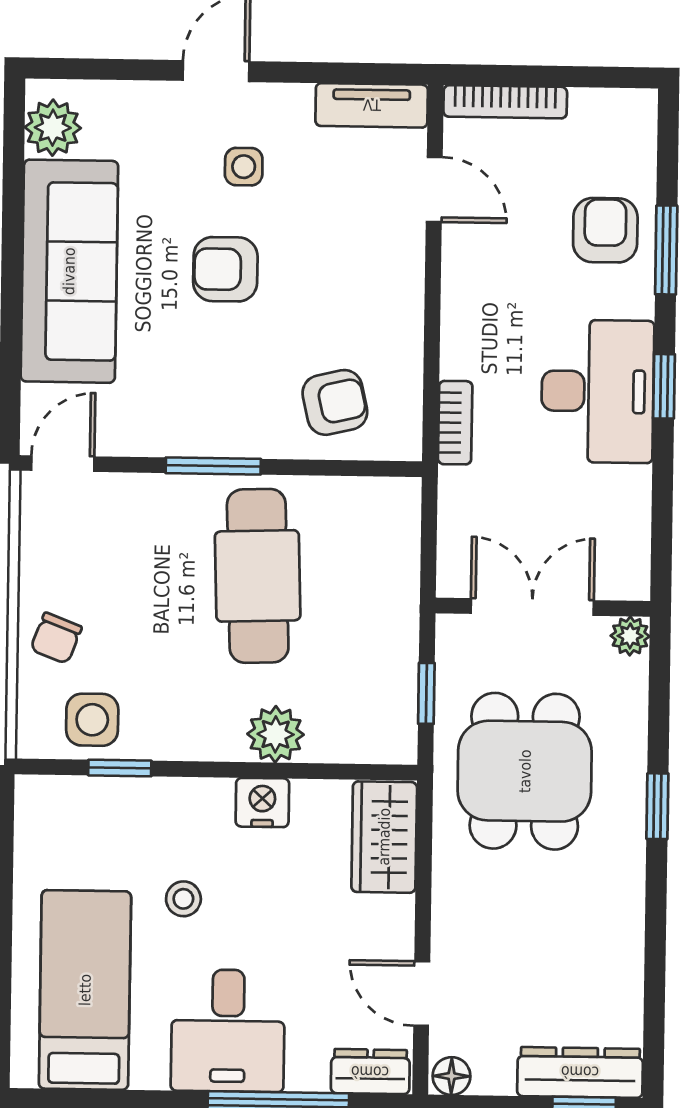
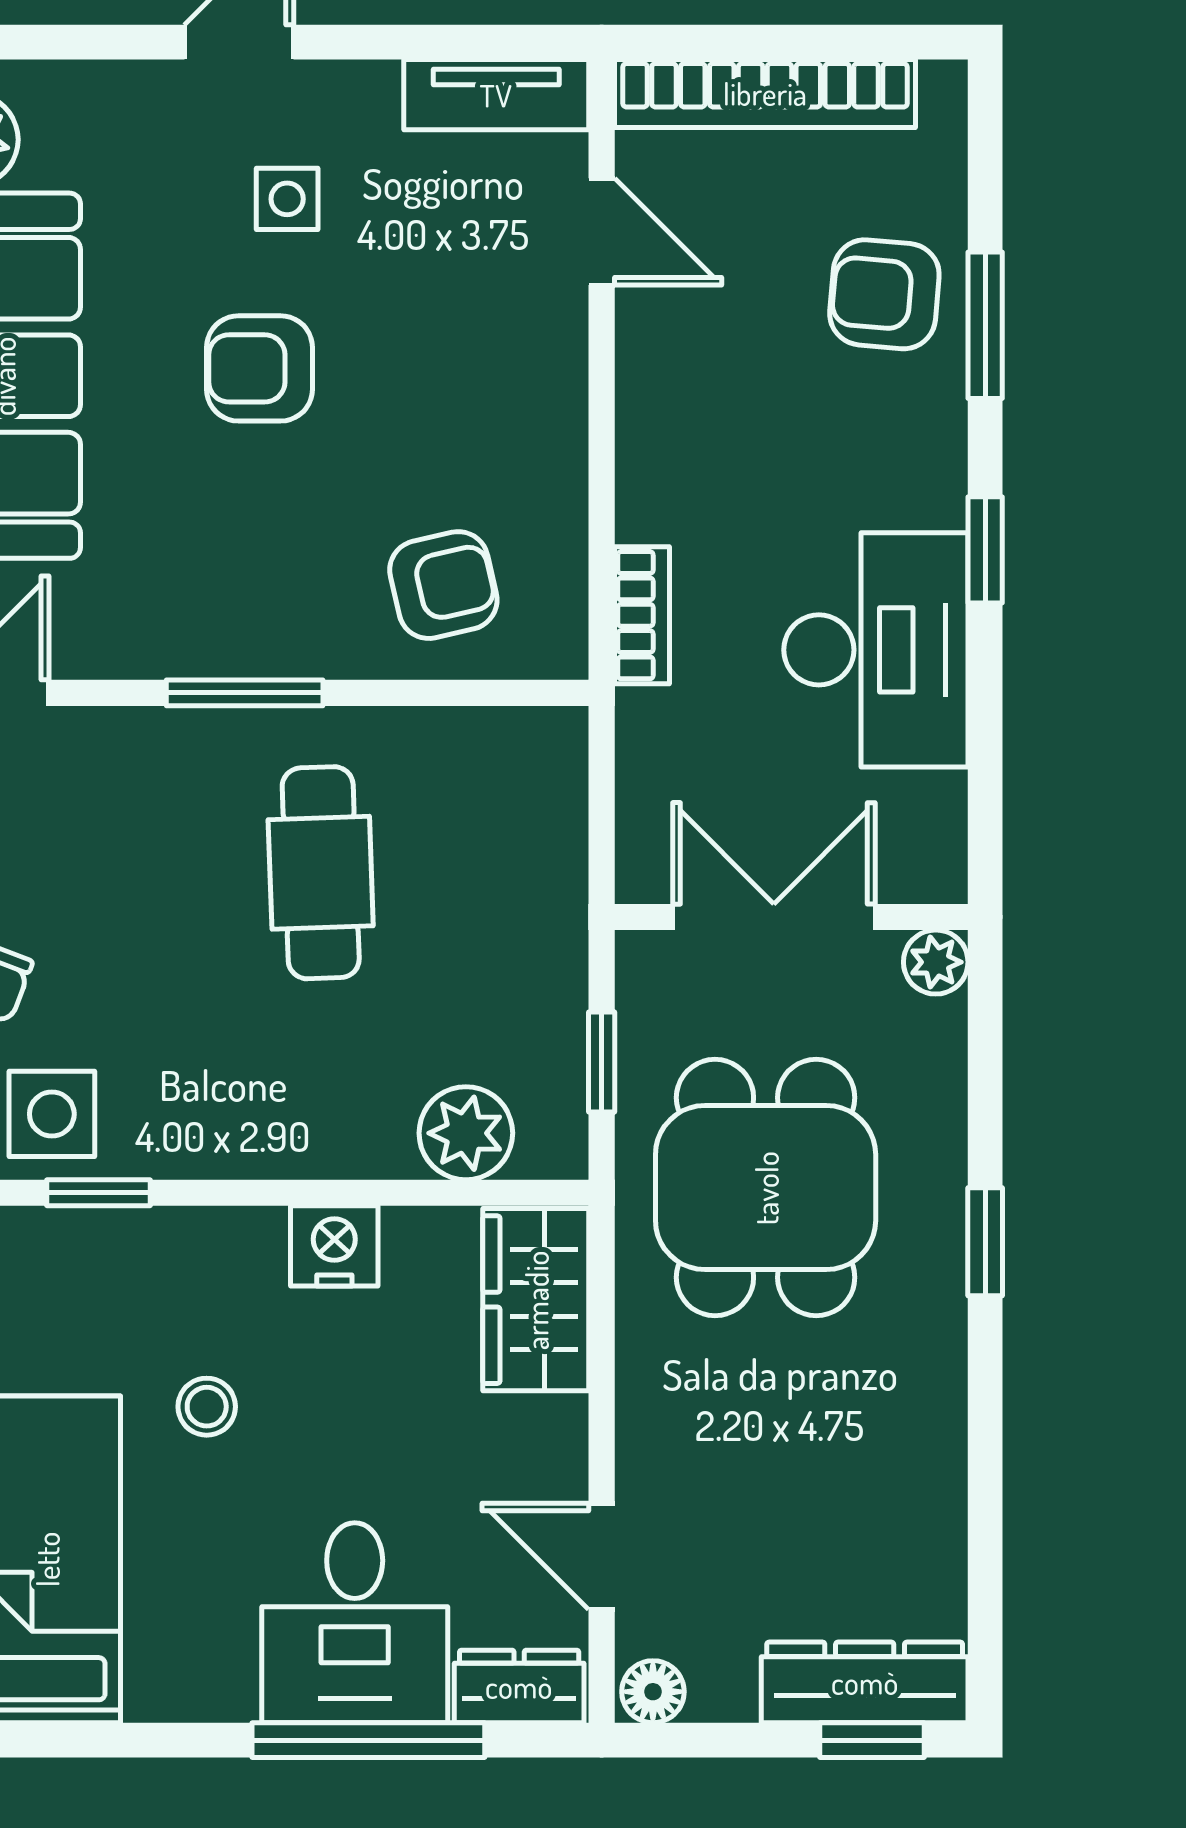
bookcase: (505, 102) -> (765, 93), width x1.48, depth x1.31
armchair: (605, 230) -> (884, 294), turned -85
desk: (598, 391) -> (876, 650), moved
cafe table: (258, 576) -> (321, 873), width x0.73, depth x0.74
plant: (276, 734) -> (466, 1133), moved
desk: (228, 1031) -> (355, 1623), moved

